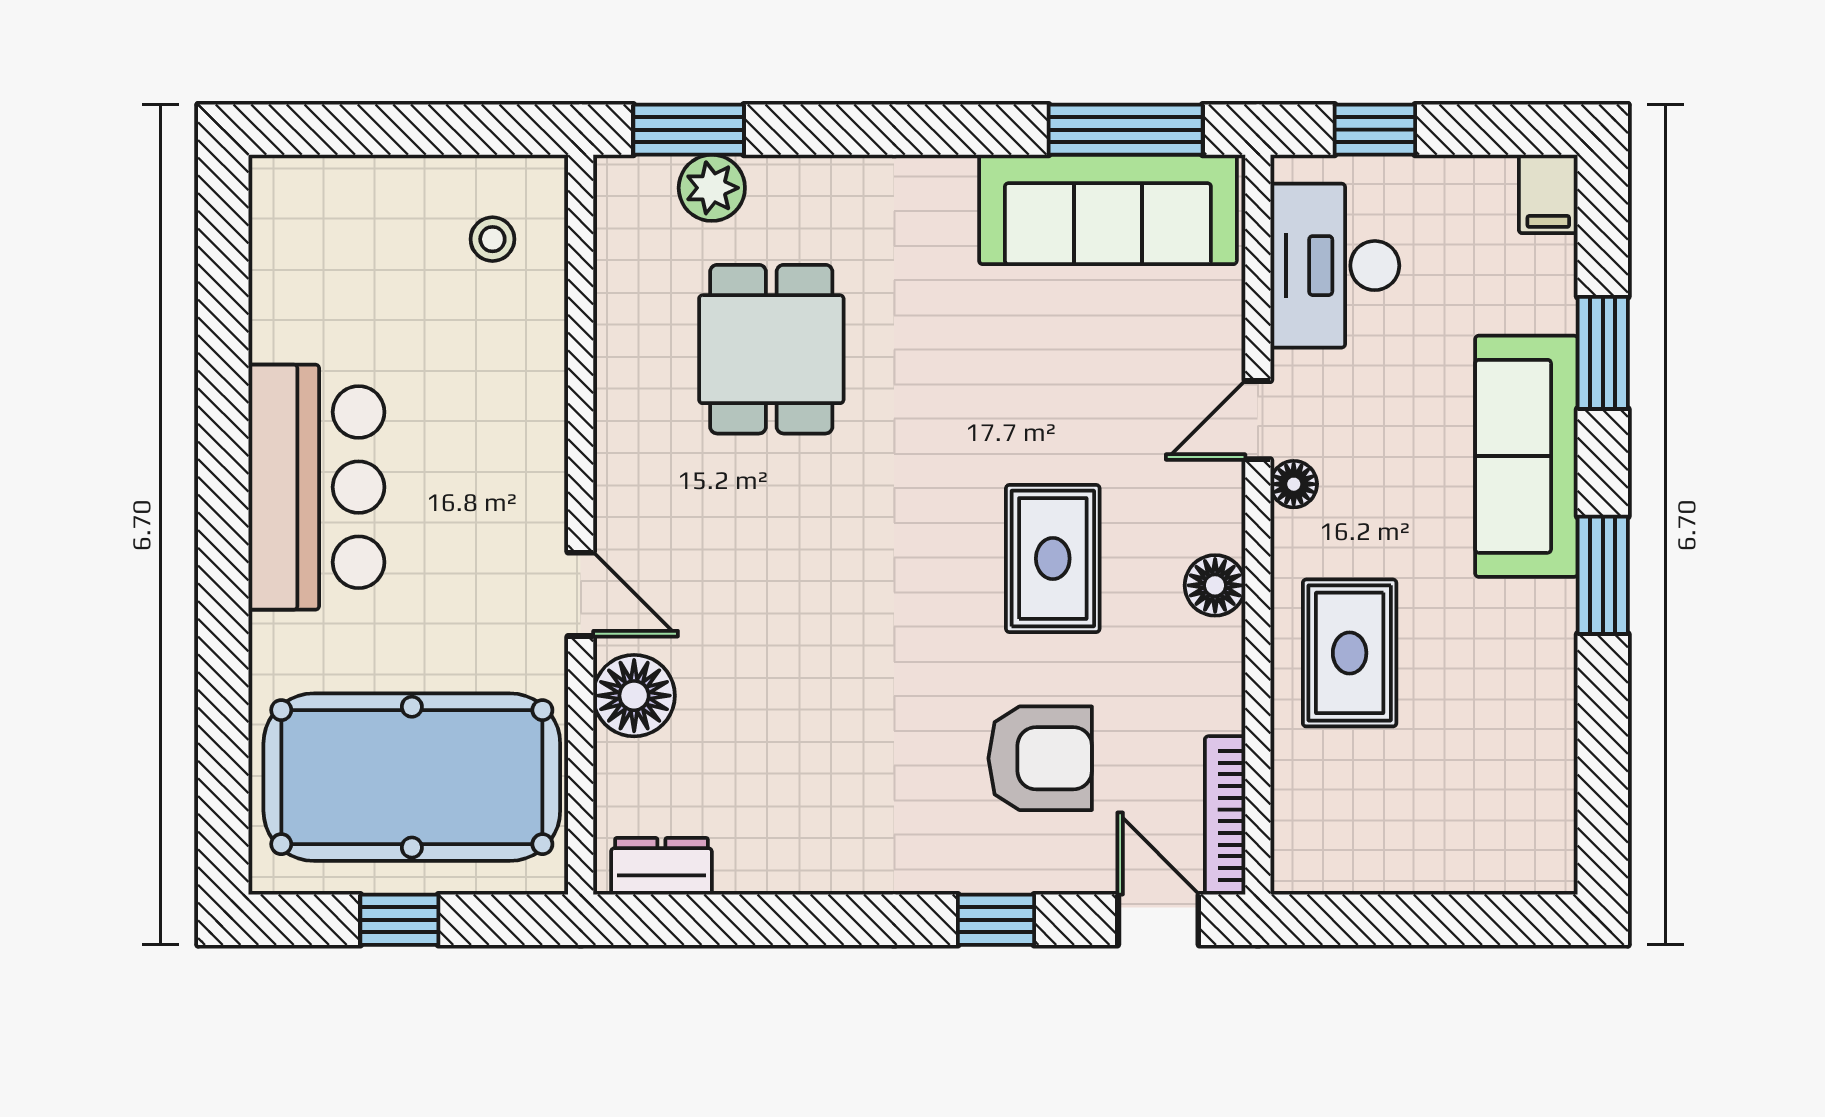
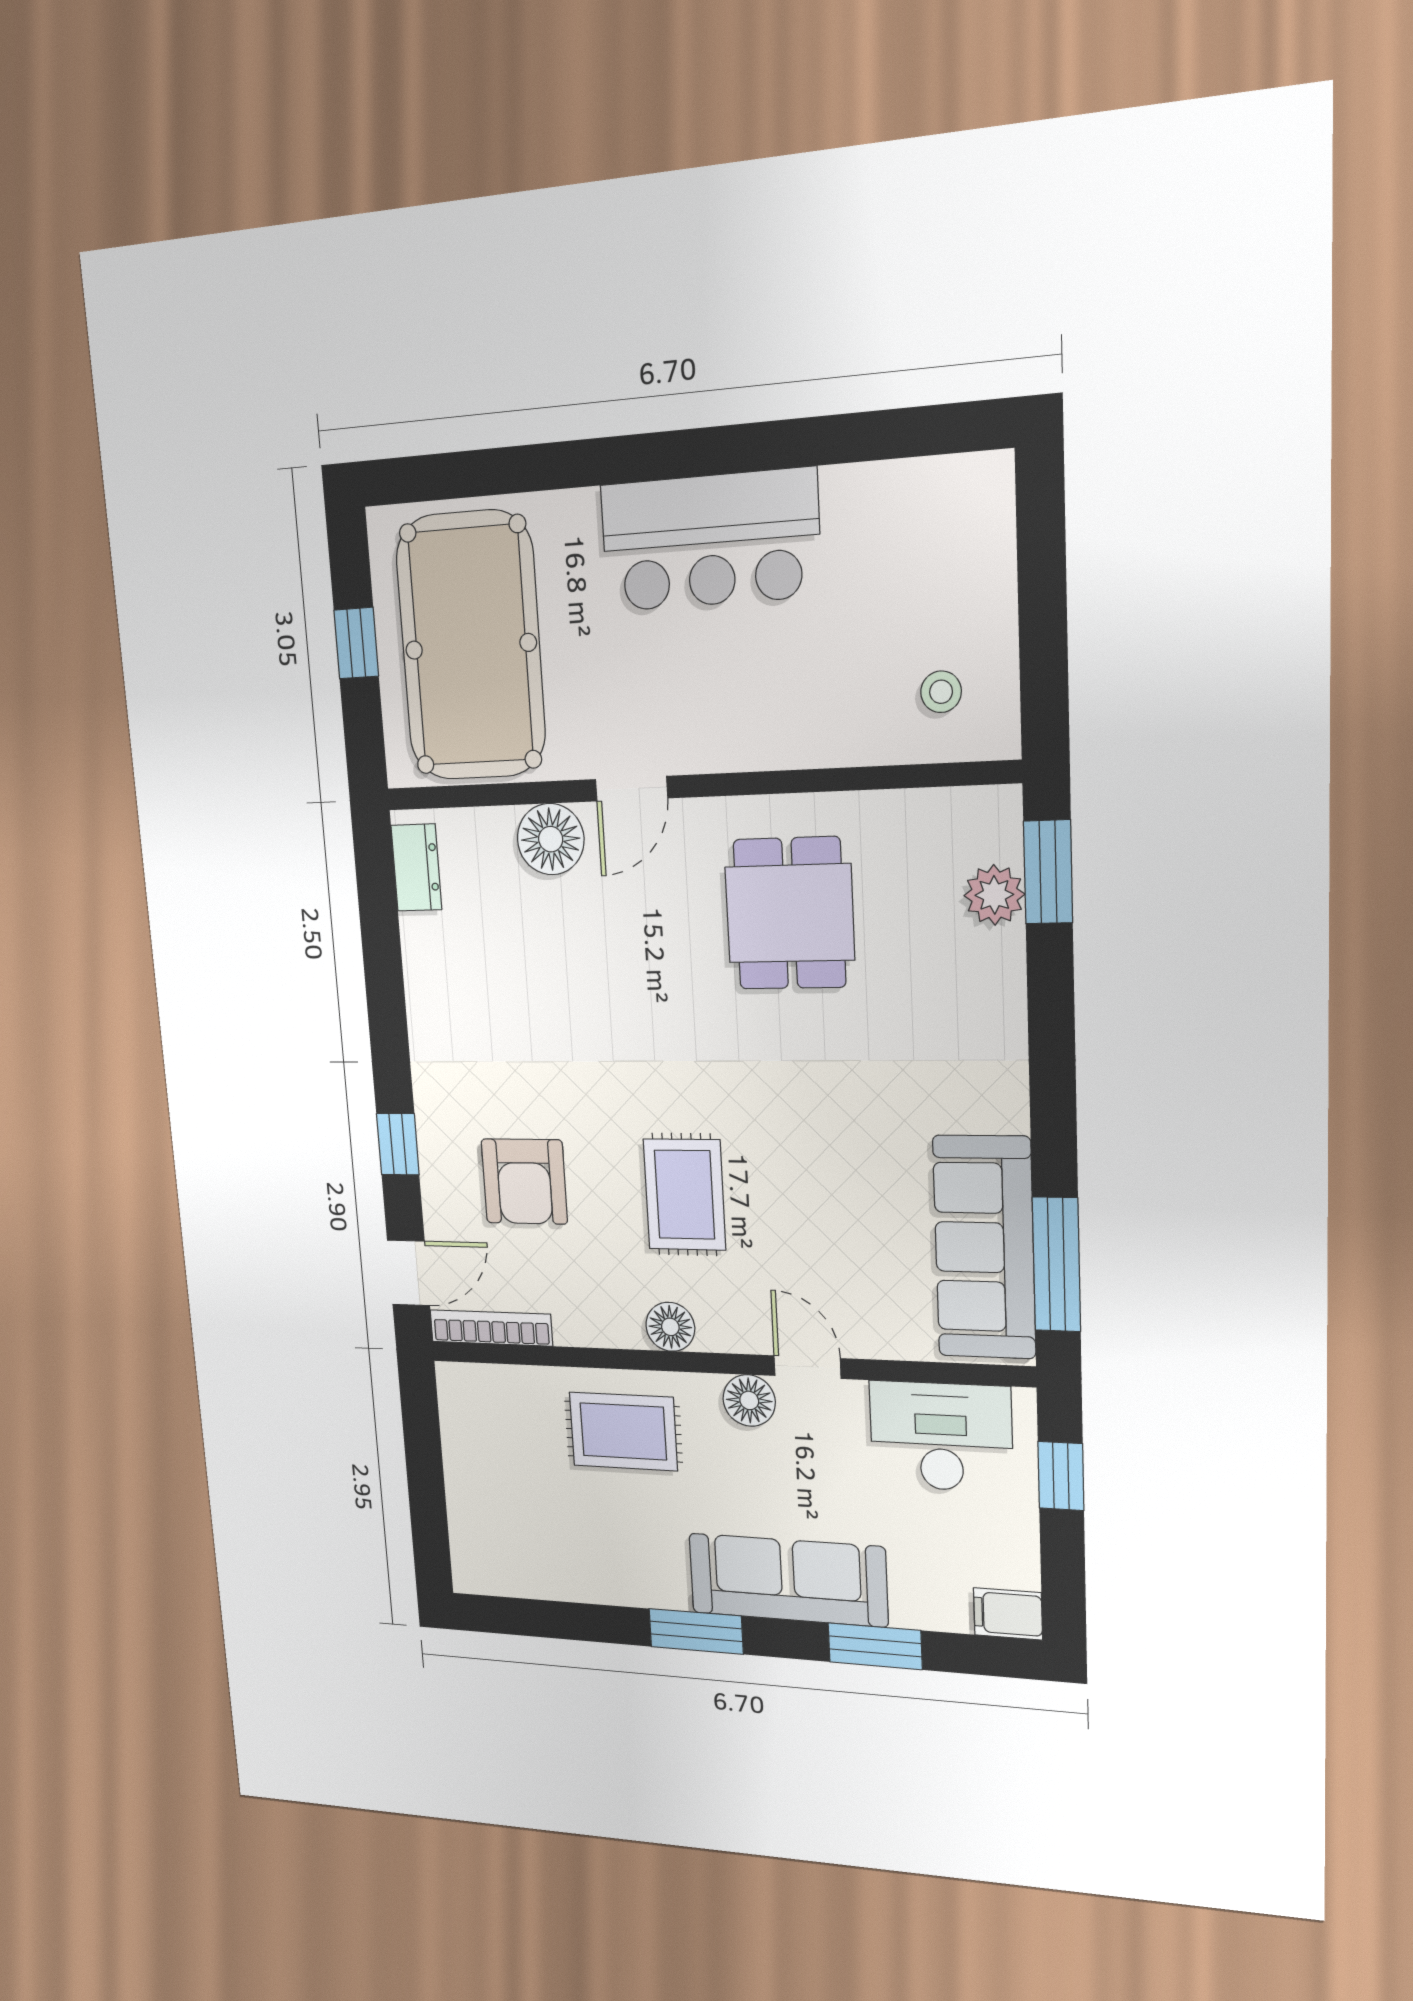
dining table: (771, 349) -> (790, 913), moved, turned 90
floor lamp: (1294, 484) -> (749, 1400), width x1.37, depth x1.37
rug: (1053, 559) -> (684, 1195), turned 90

